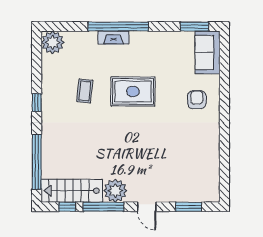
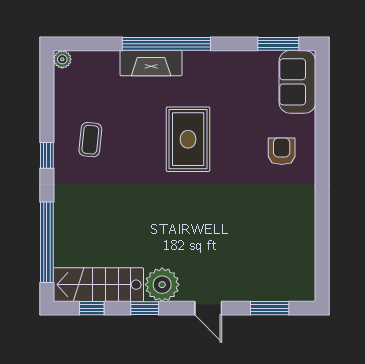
fireplace: (113, 38) -> (151, 63), width x1.37, depth x1.32
plant: (53, 42) -> (62, 59), width x0.53, depth x0.53
coffee table: (85, 91) -> (90, 140), moved
rug: (133, 92) -> (188, 139), turned 90
window: (103, 207) -> (145, 308), width x0.46

